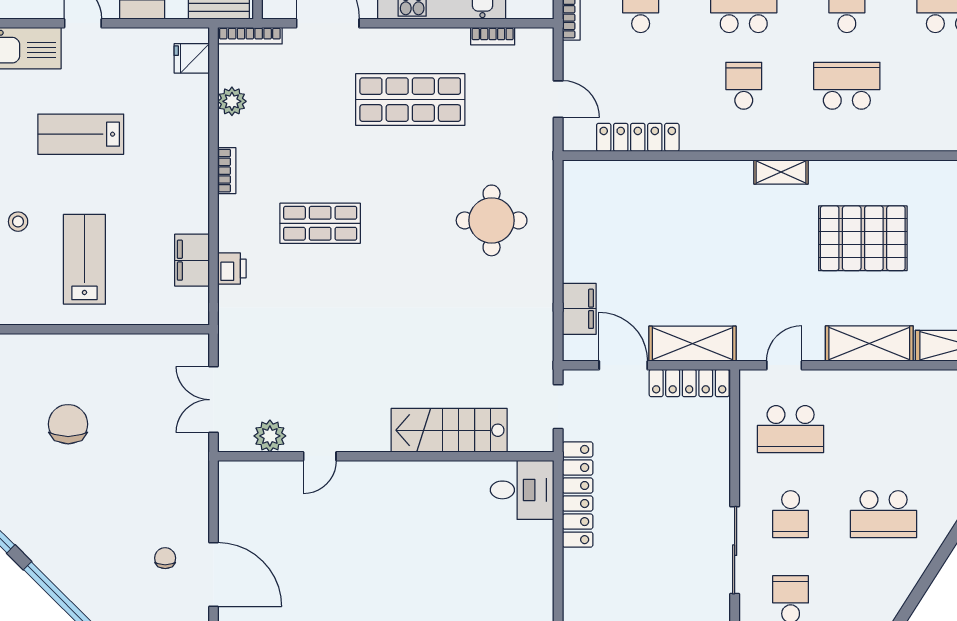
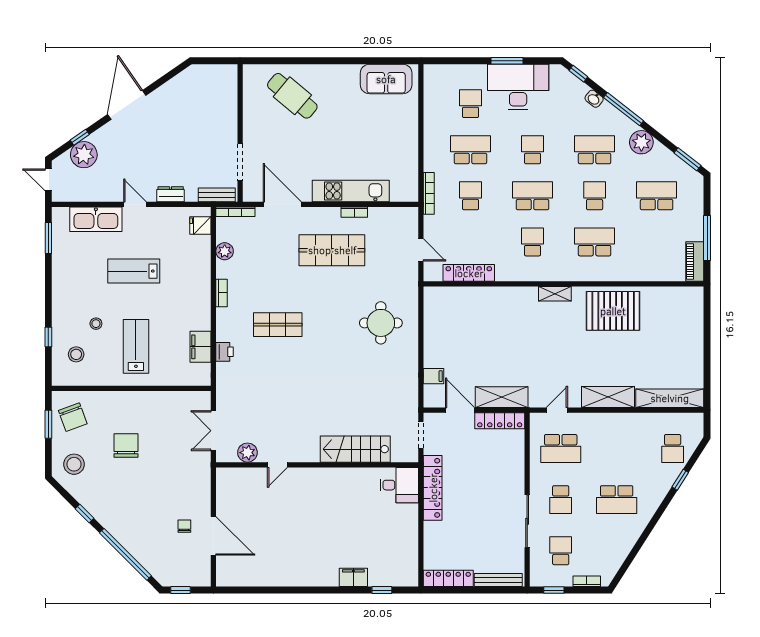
bookcase: (493, 36) -> (354, 212), moved
pallet: (863, 238) -> (613, 311), moved
filing cabinet: (579, 309) -> (434, 376), width x0.50

